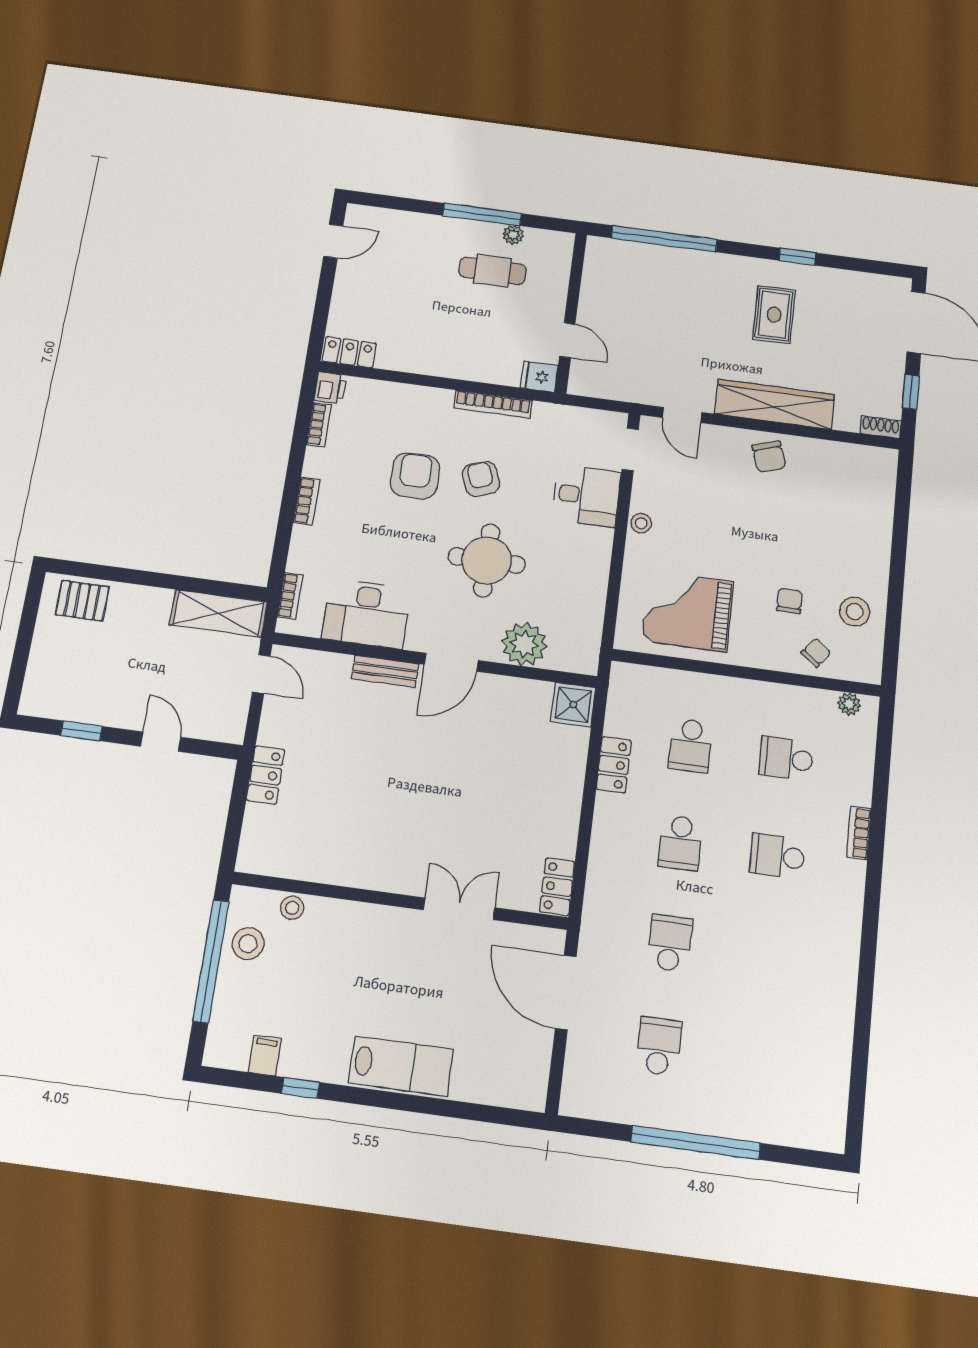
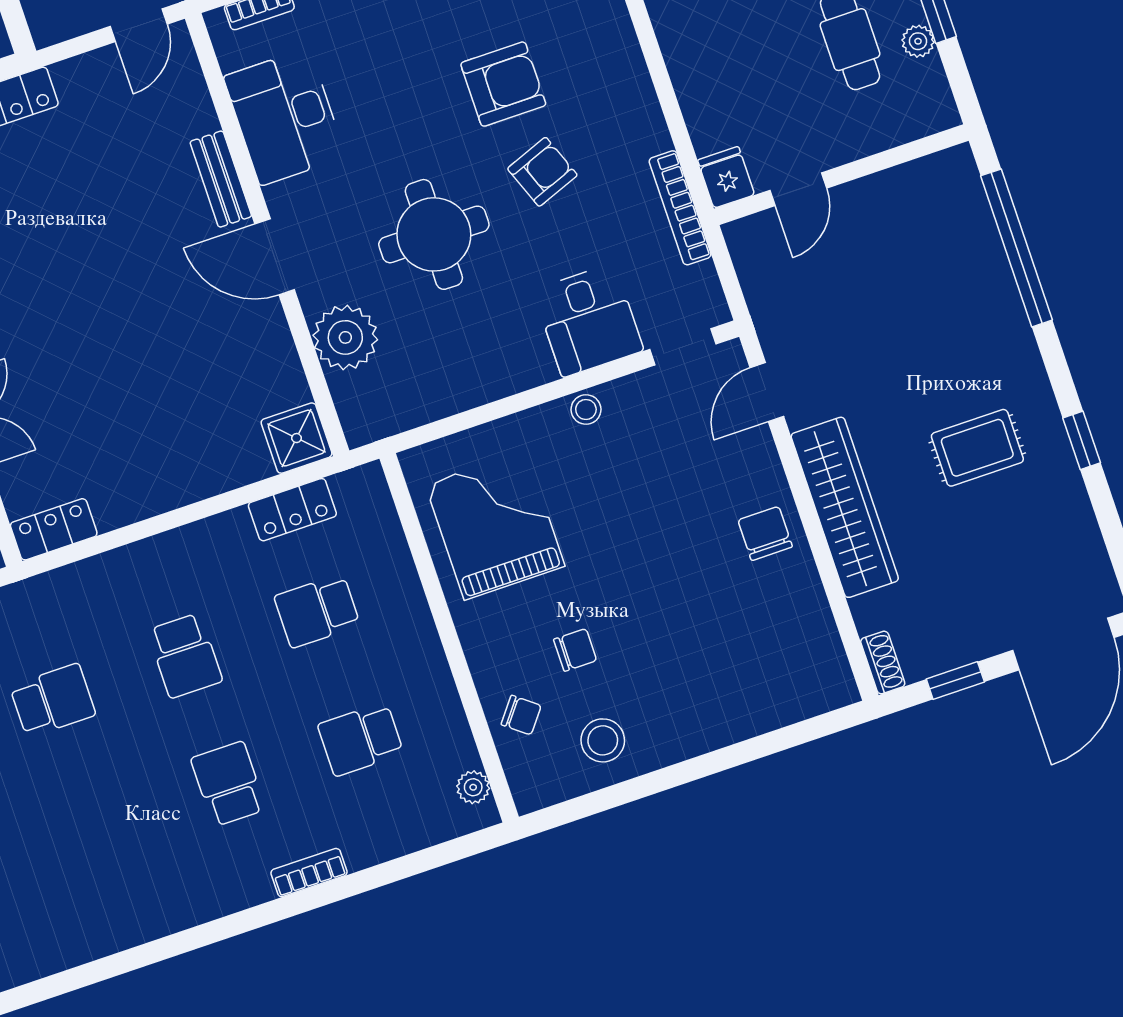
bookcase: (493, 404) -> (680, 208), moved
chair: (769, 457) -> (765, 533), turned 108
school desk: (786, 758) -> (361, 739), turned -90
locker: (614, 765) -> (292, 510), moved
school desk: (680, 843) -> (185, 656), turned -90

